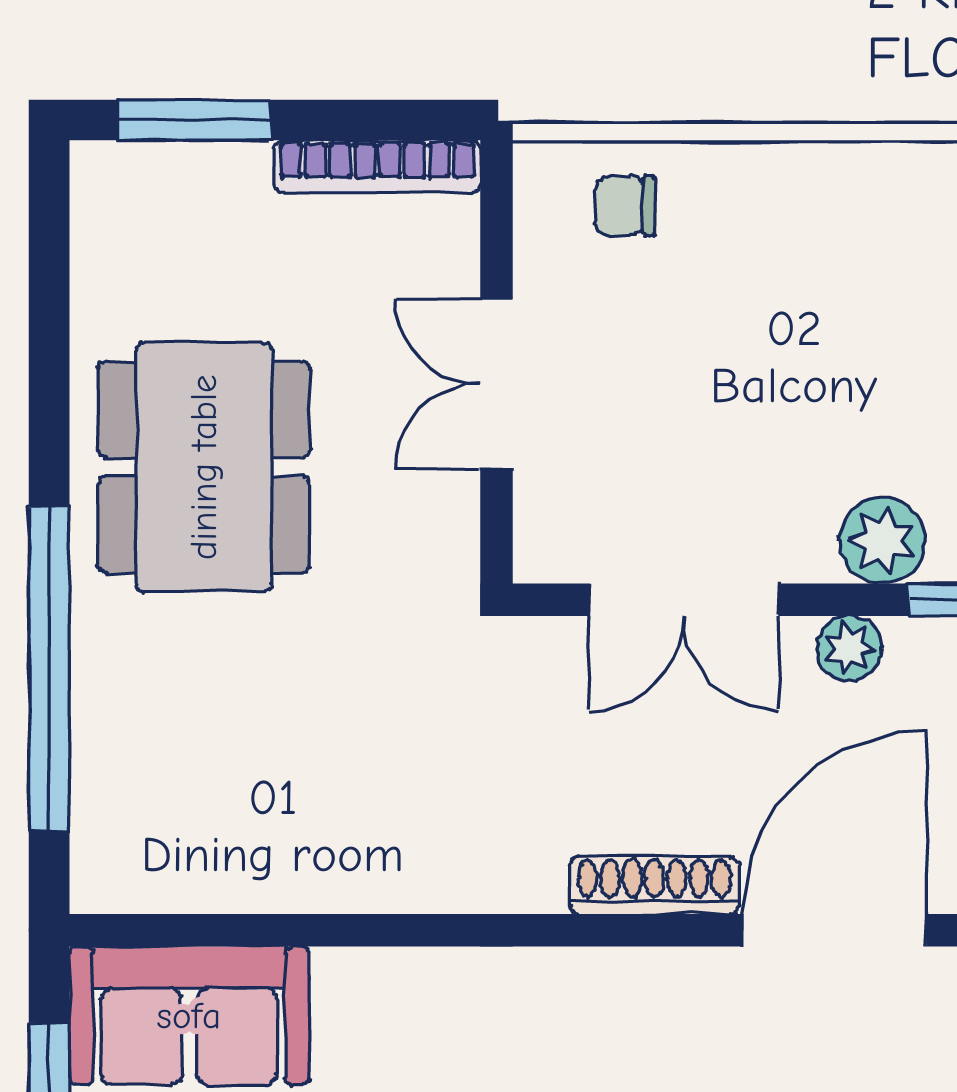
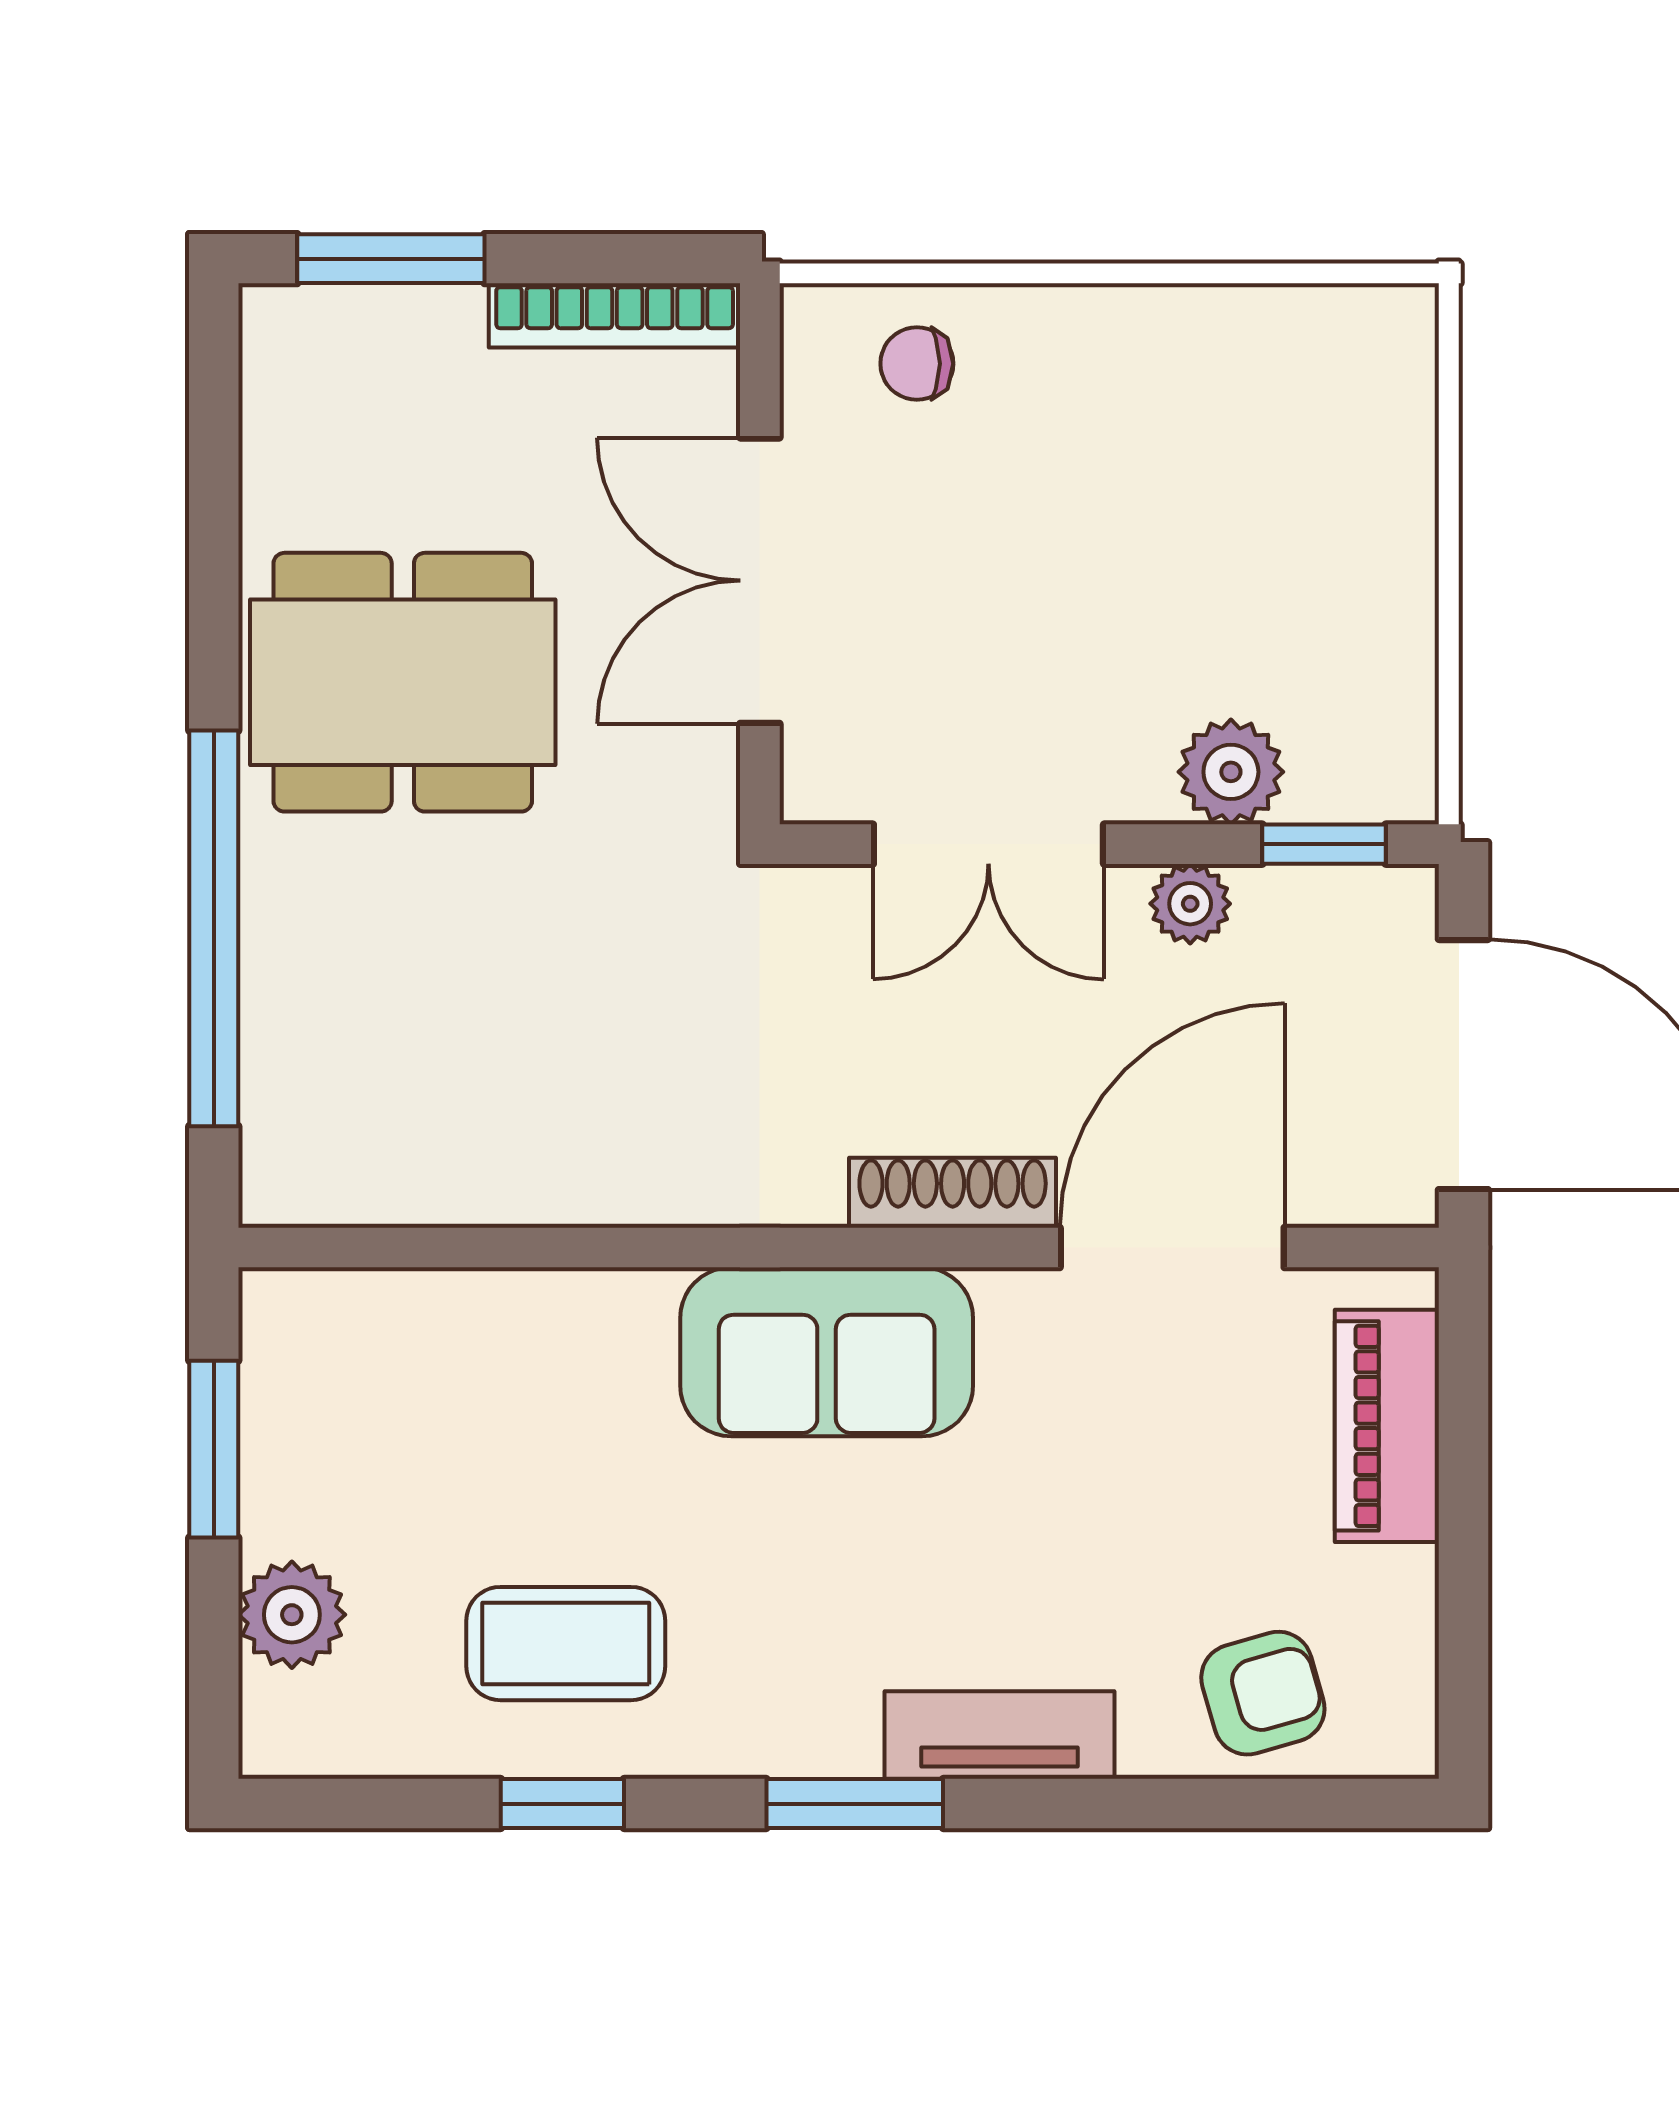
double door: (497, 384) -> (760, 581), width x1.37
dining table: (204, 467) -> (403, 682), turned 90
sofa: (189, 1016) -> (827, 1352), moved

